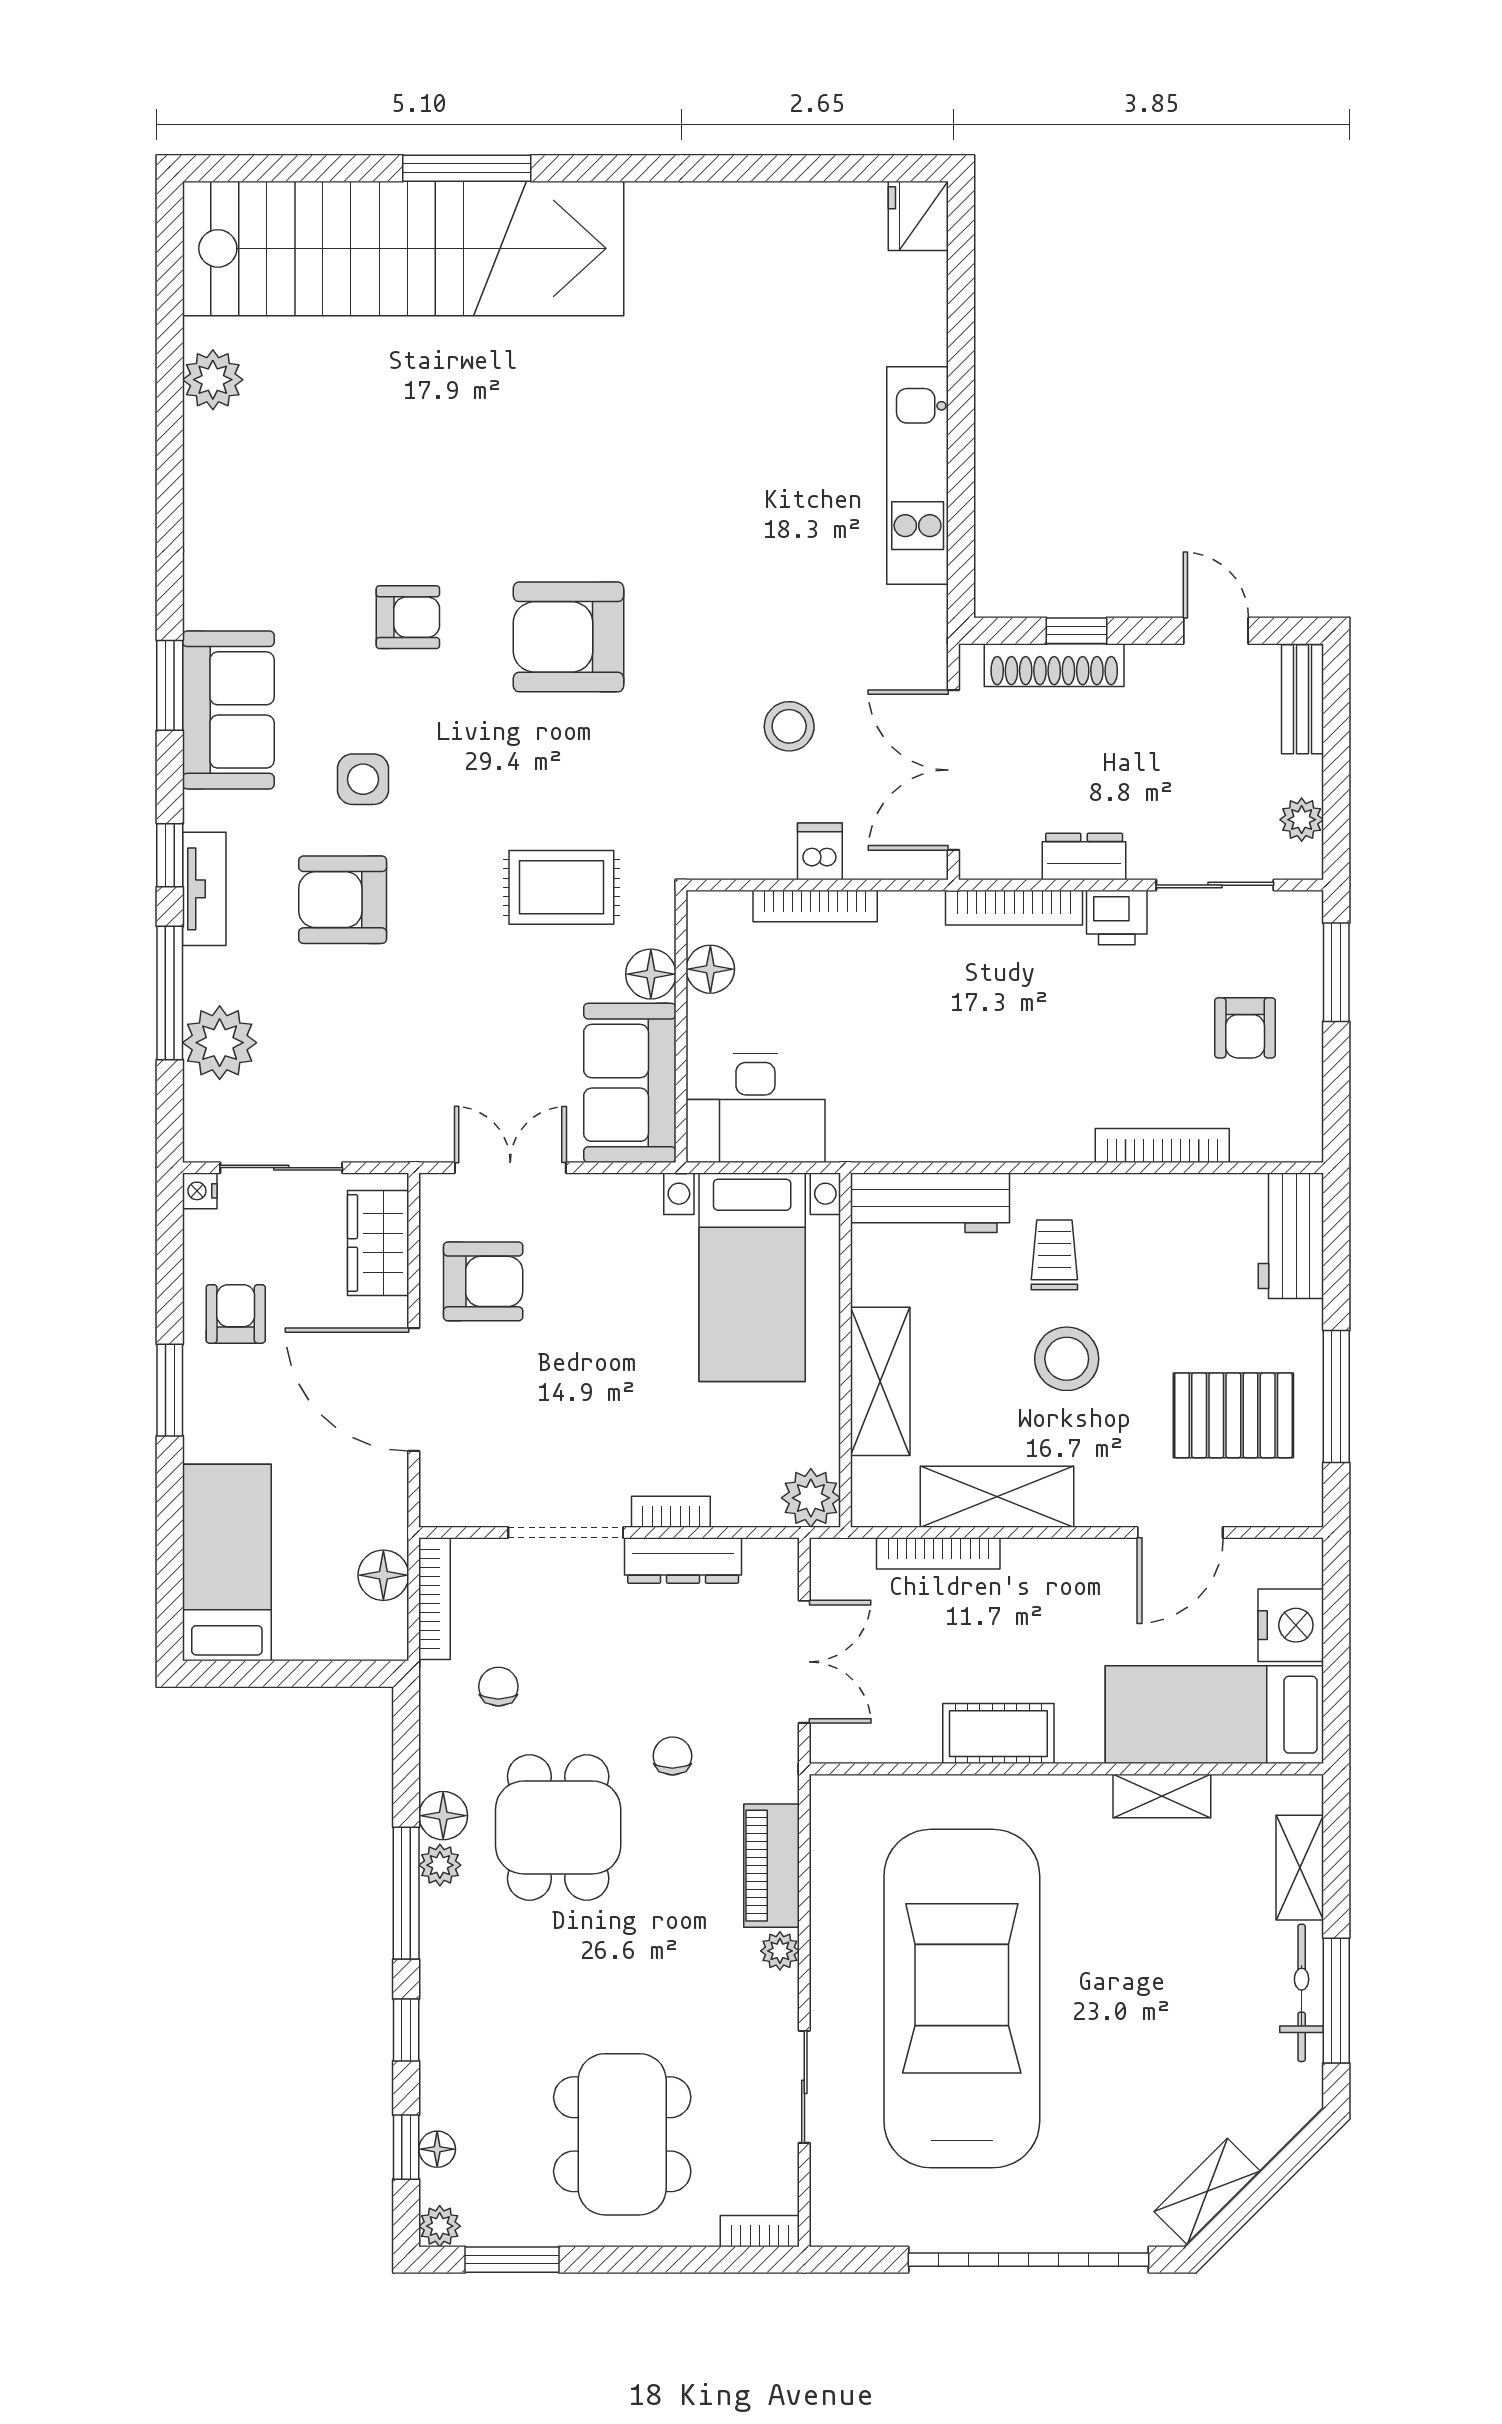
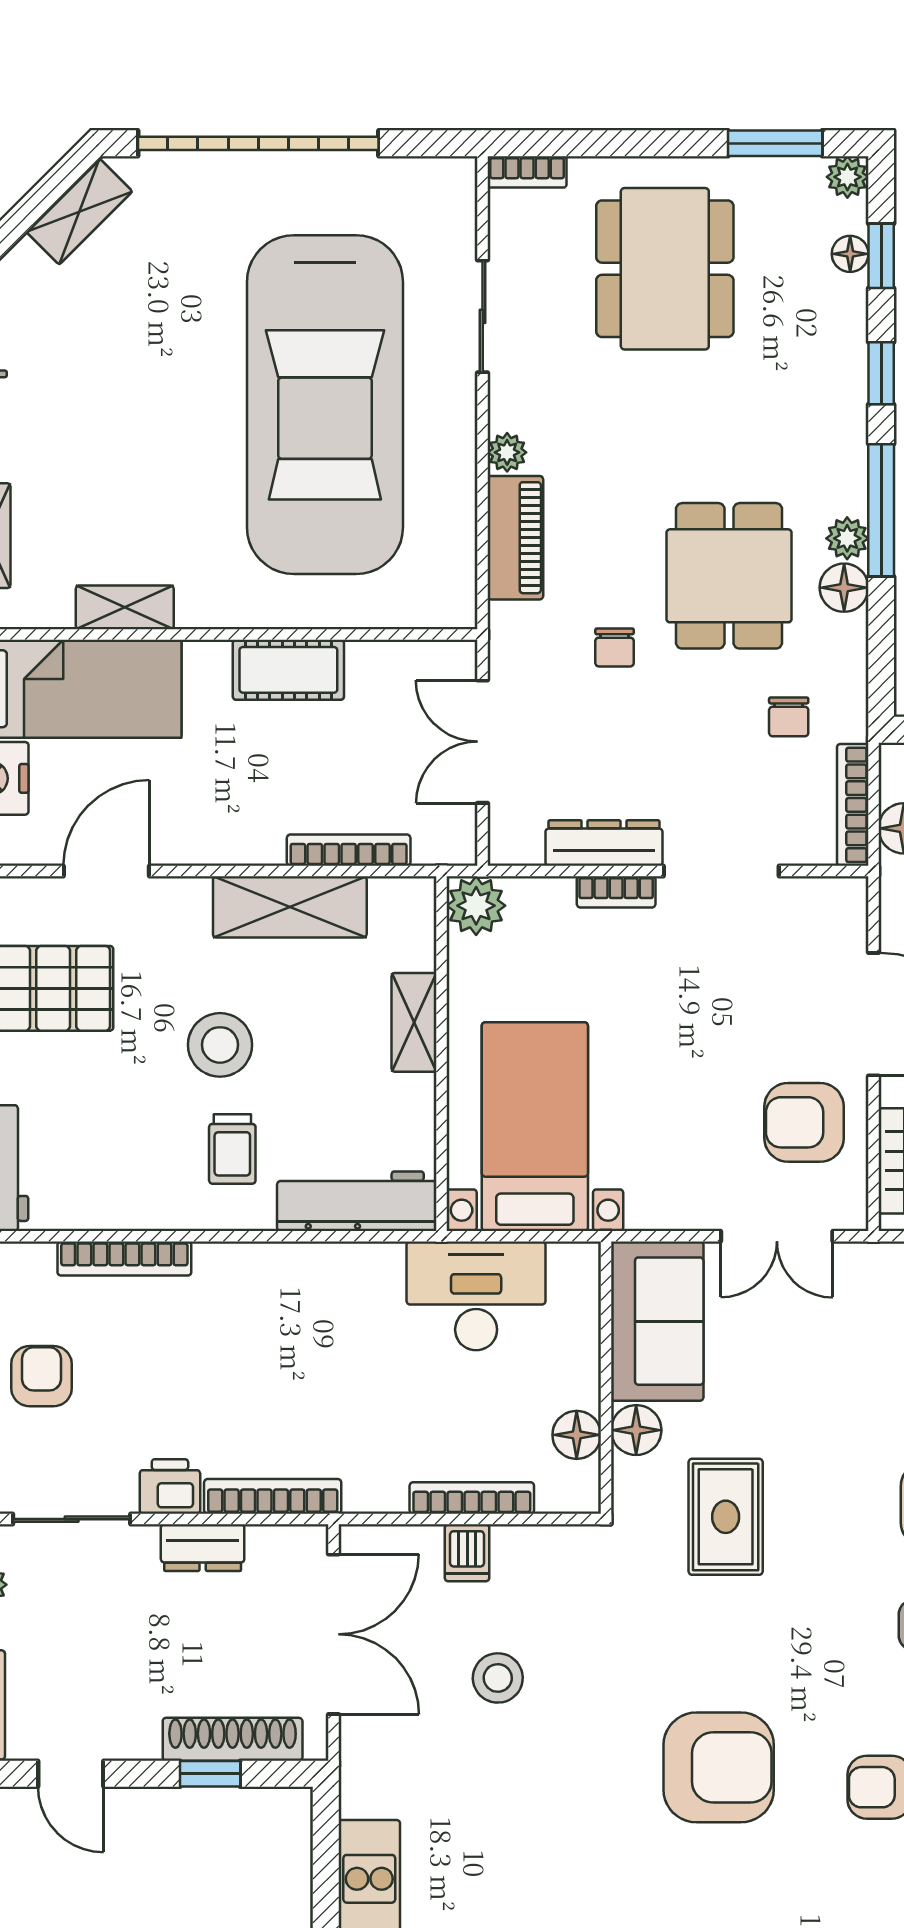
rug: (561, 887) -> (726, 1517), turned 90
desk: (755, 1108) -> (476, 1296), moved
shelving: (880, 1381) -> (414, 1022), width x0.67, depth x0.75

